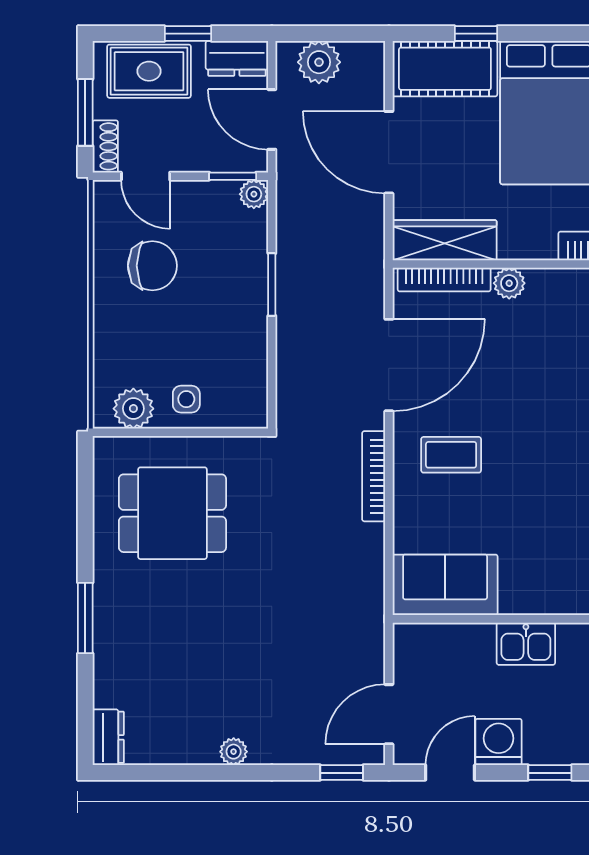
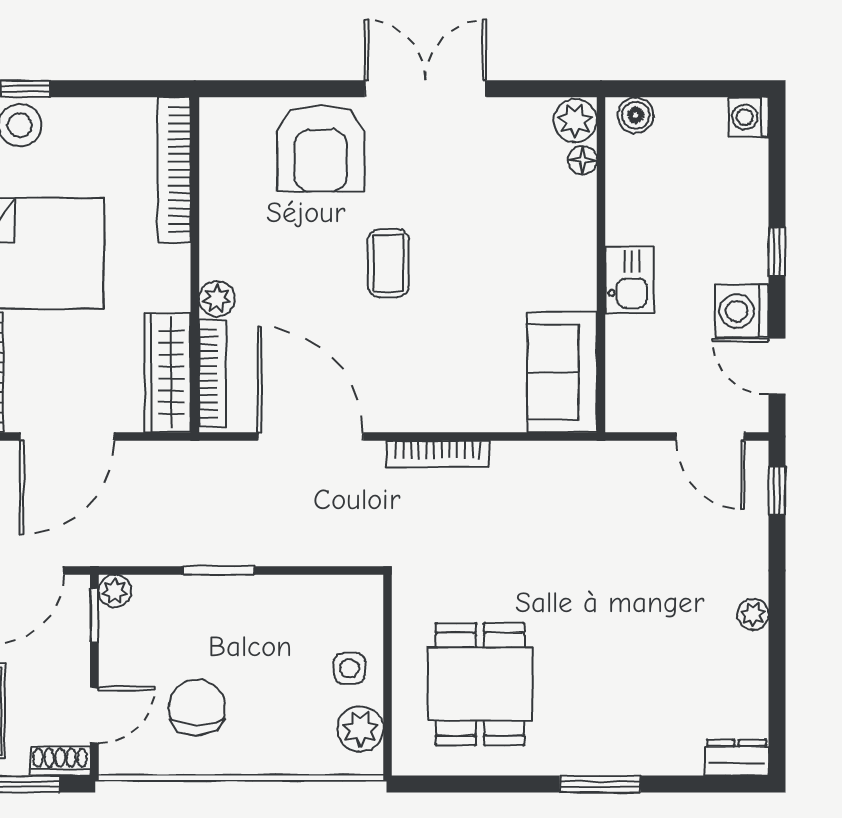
coffee table: (451, 455) -> (388, 263), moved

